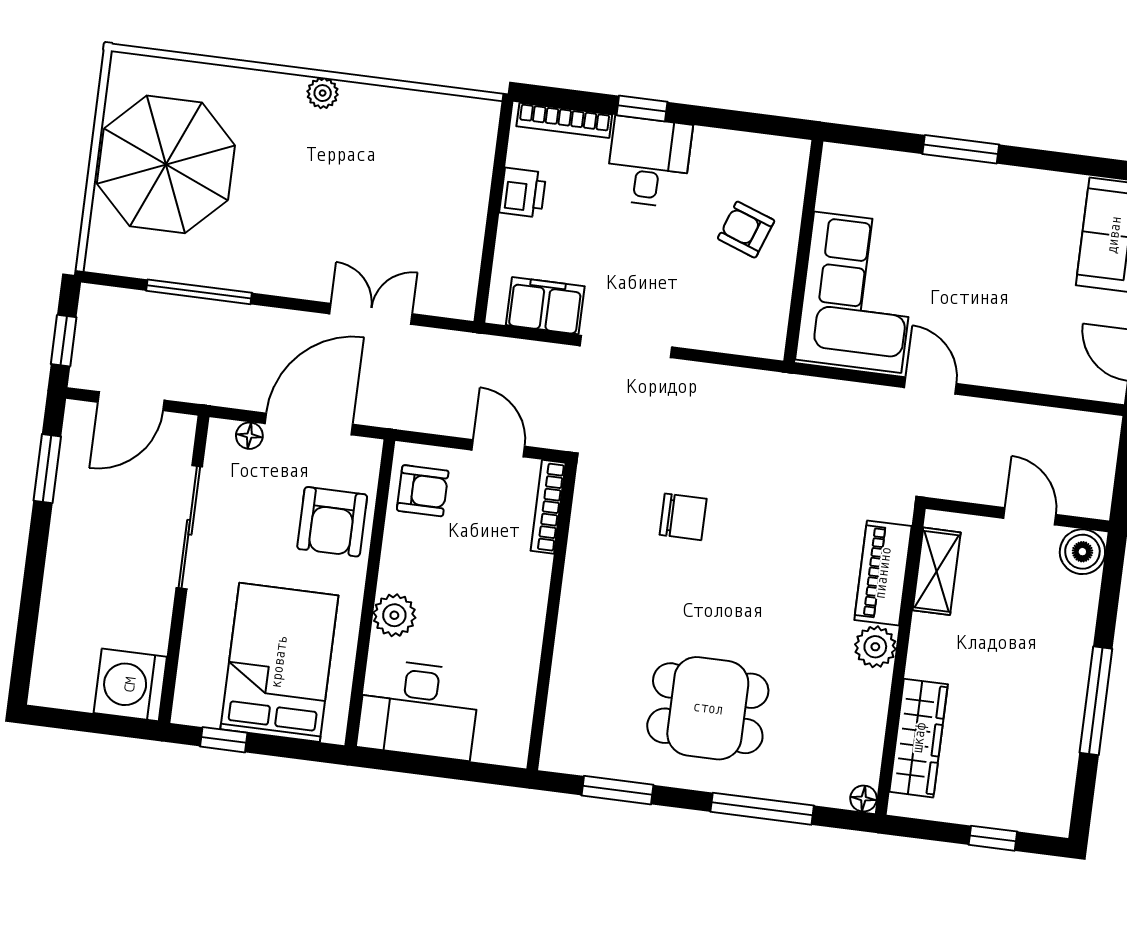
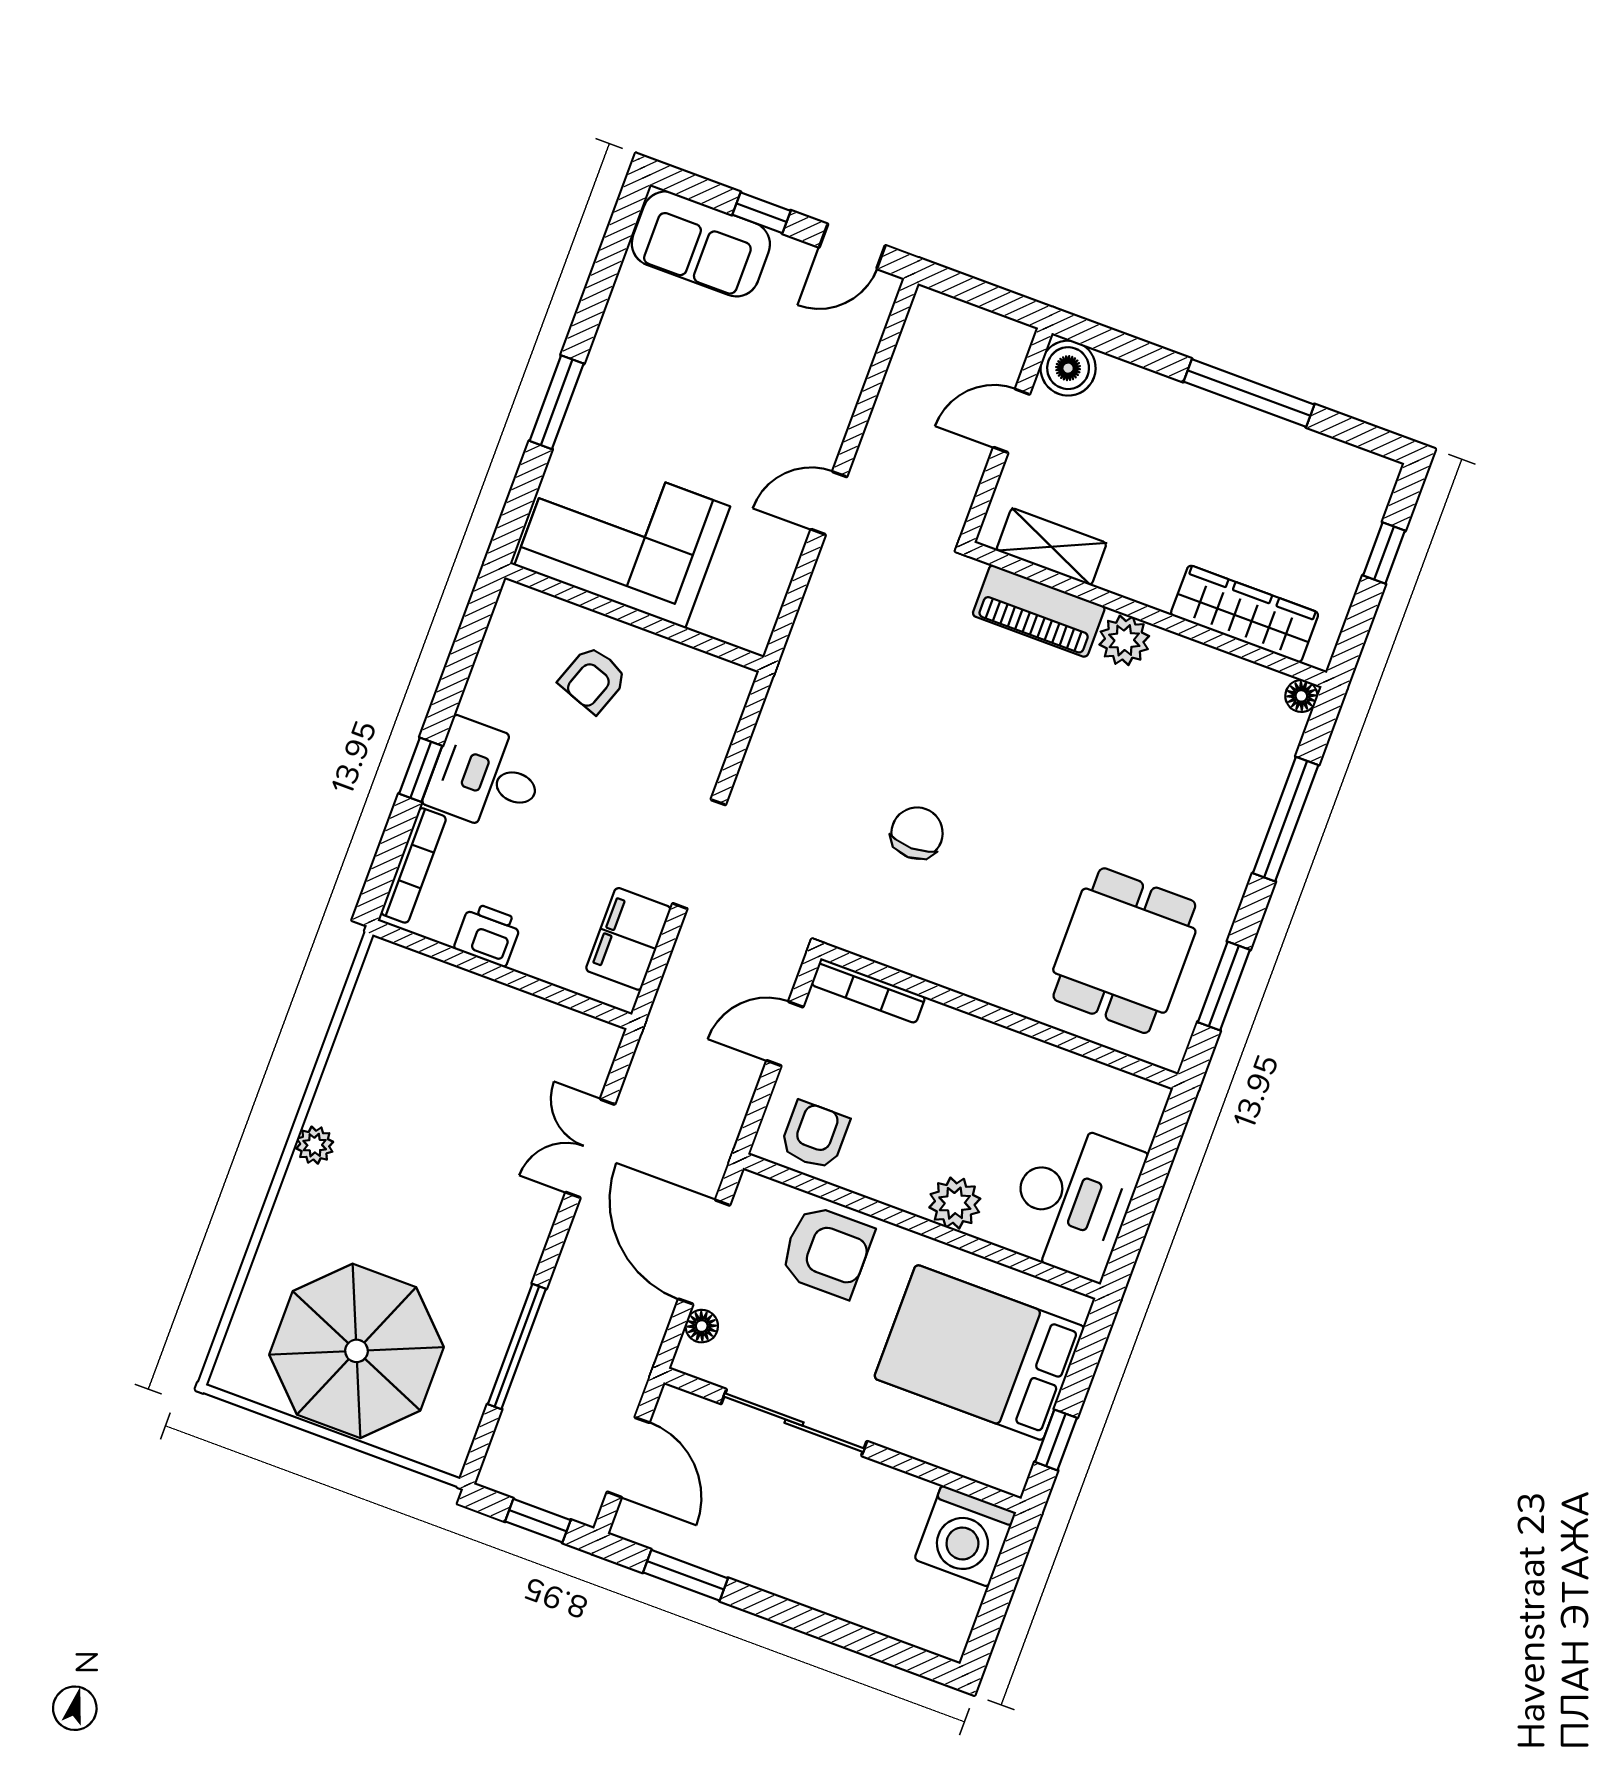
corner sofa: (858, 292) -> (622, 536), moved
dining table: (708, 708) -> (1124, 951), moved

